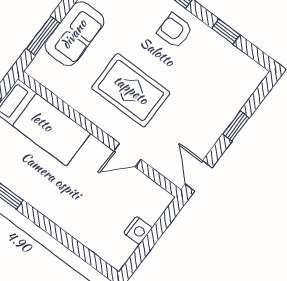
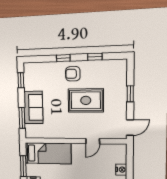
rug: (131, 90) -> (86, 100), moved
door: (199, 176) -> (130, 128), swing flipped

